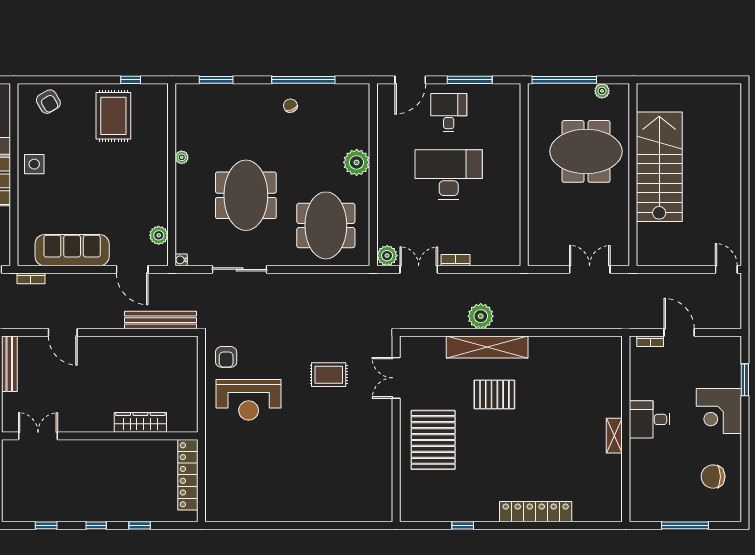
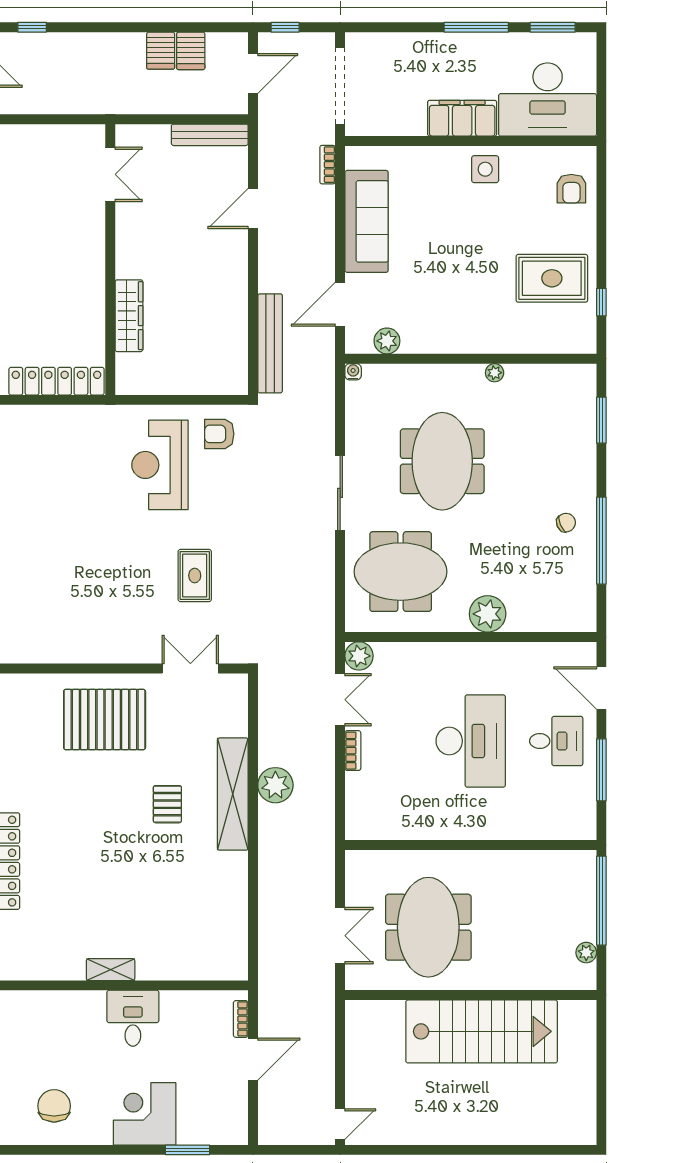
armchair: (48, 102) -> (571, 189), turned -60
meeting table: (586, 151) -> (428, 927), moved
meeting table: (246, 195) -> (442, 461), turned 90
sliding door: (240, 269) -> (340, 493), moved
pallet: (494, 394) -> (167, 804), width x0.67, depth x0.71

